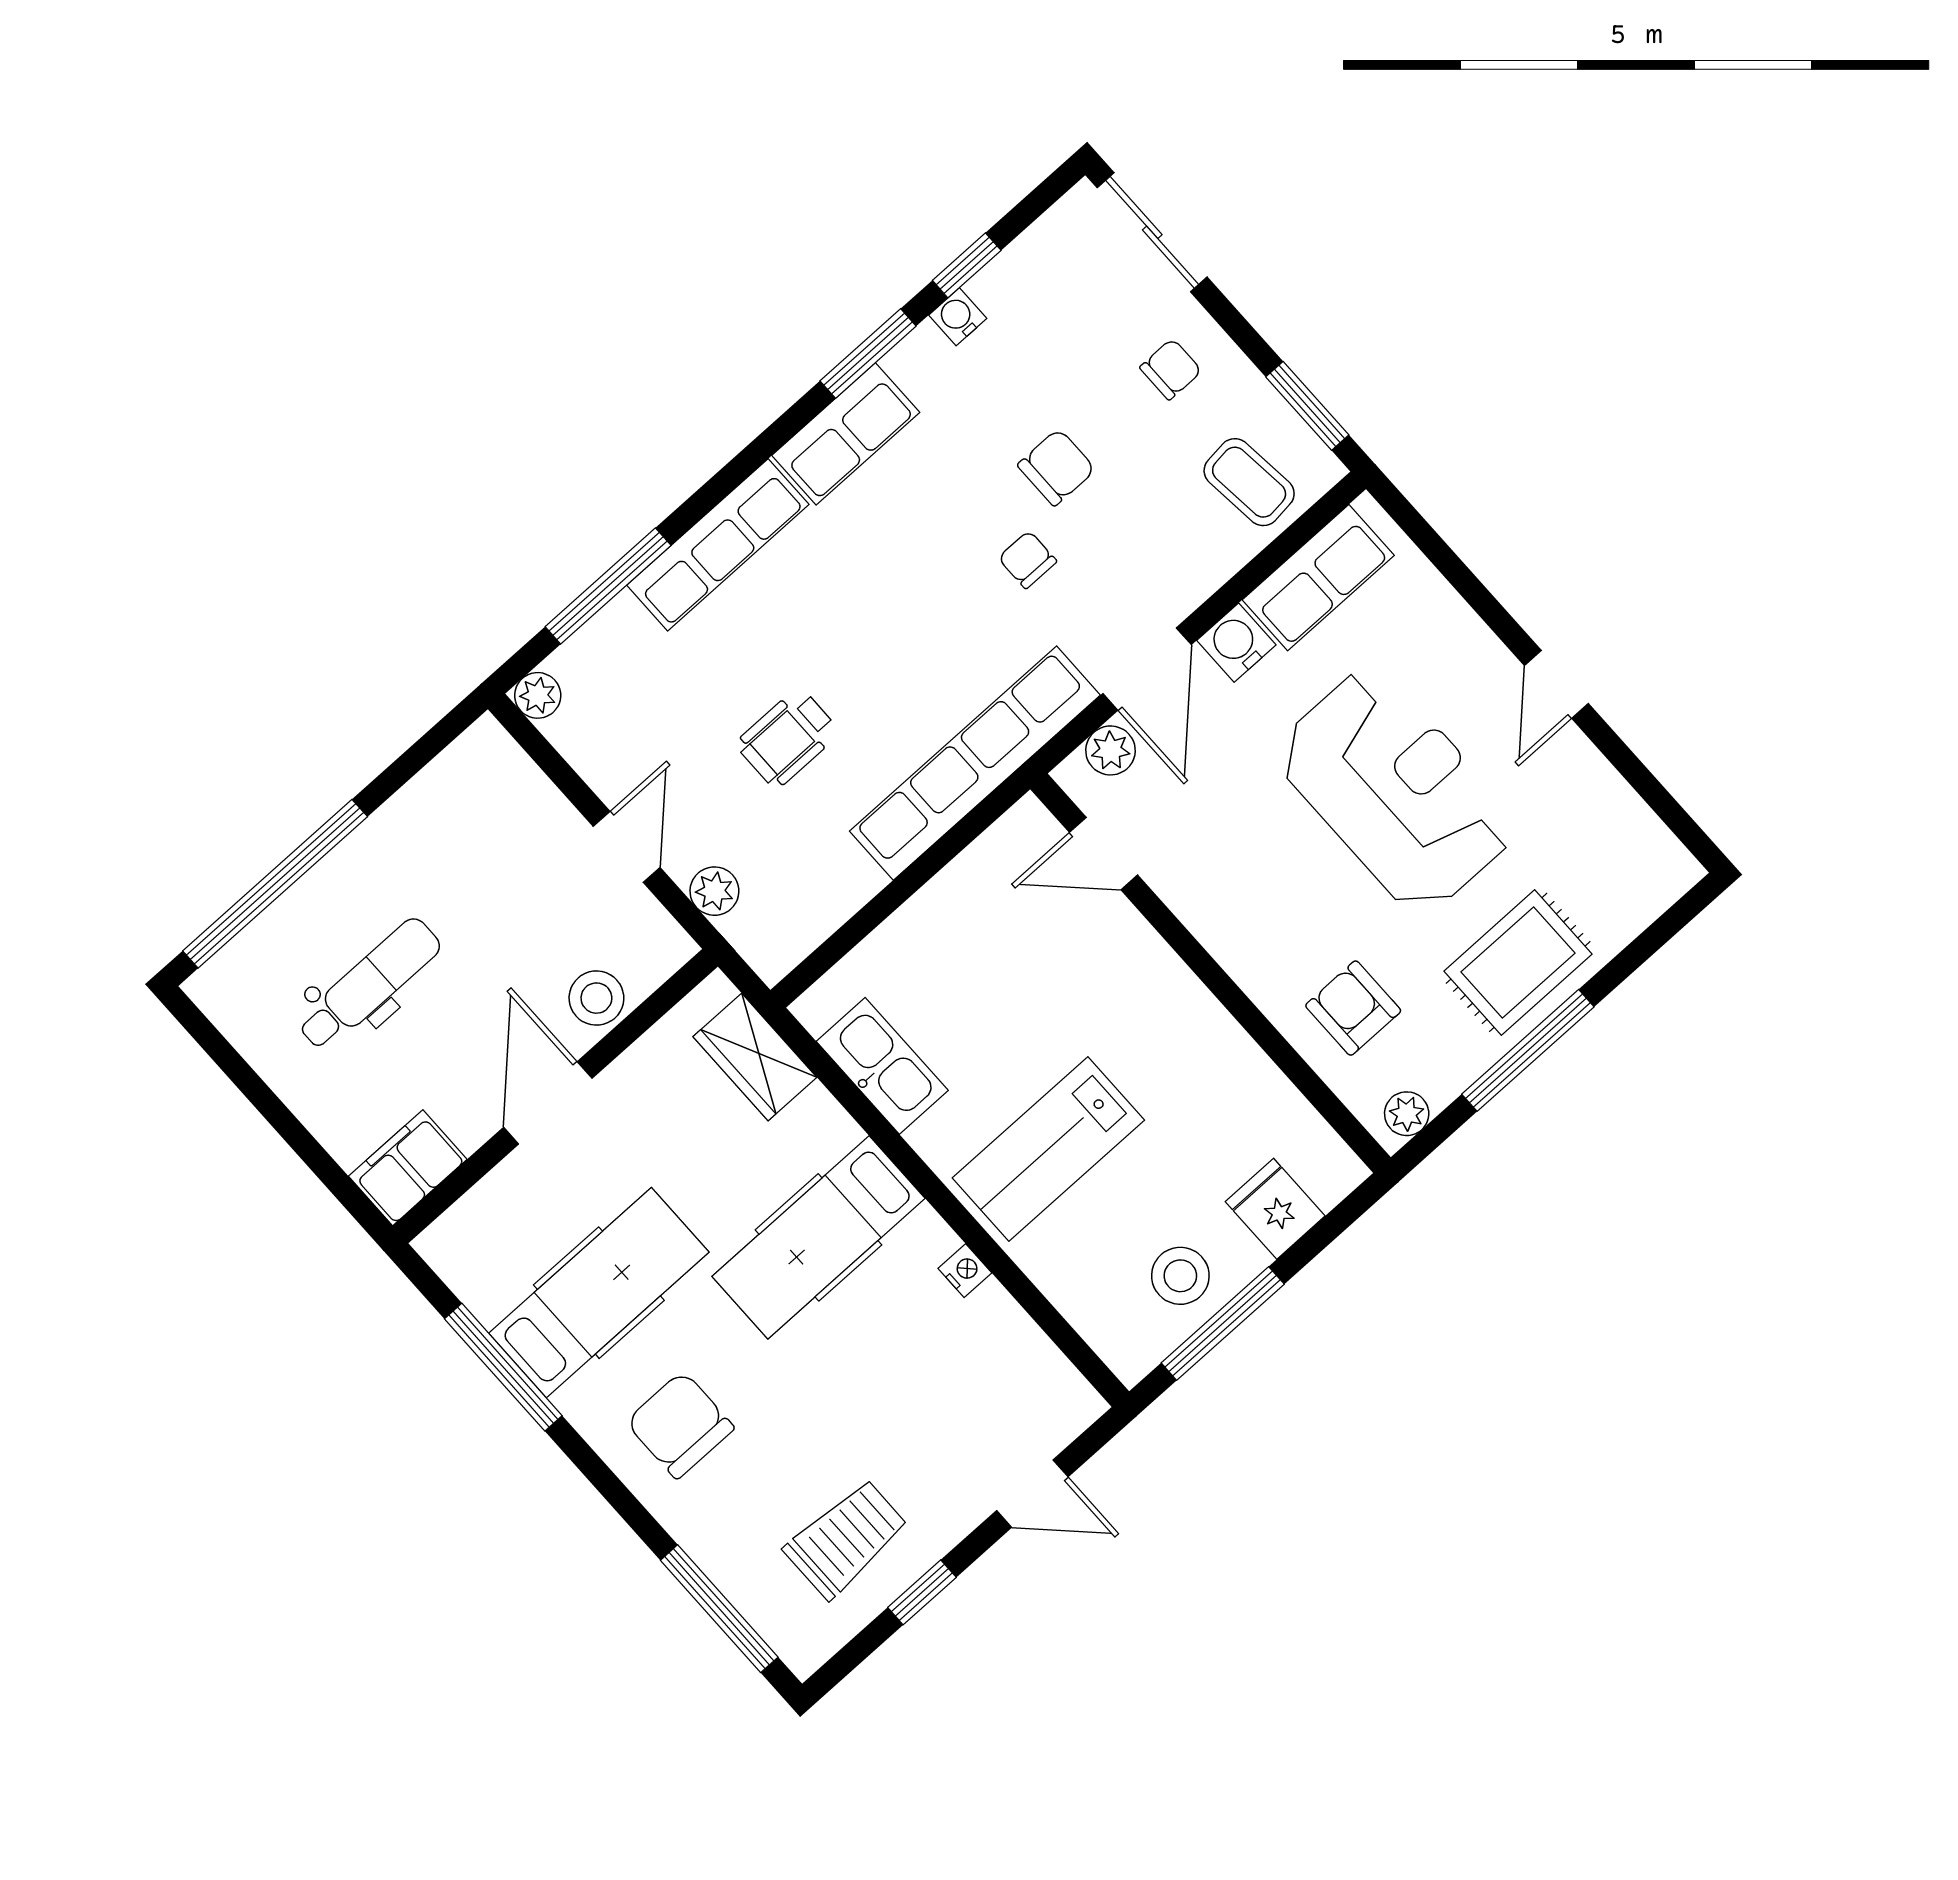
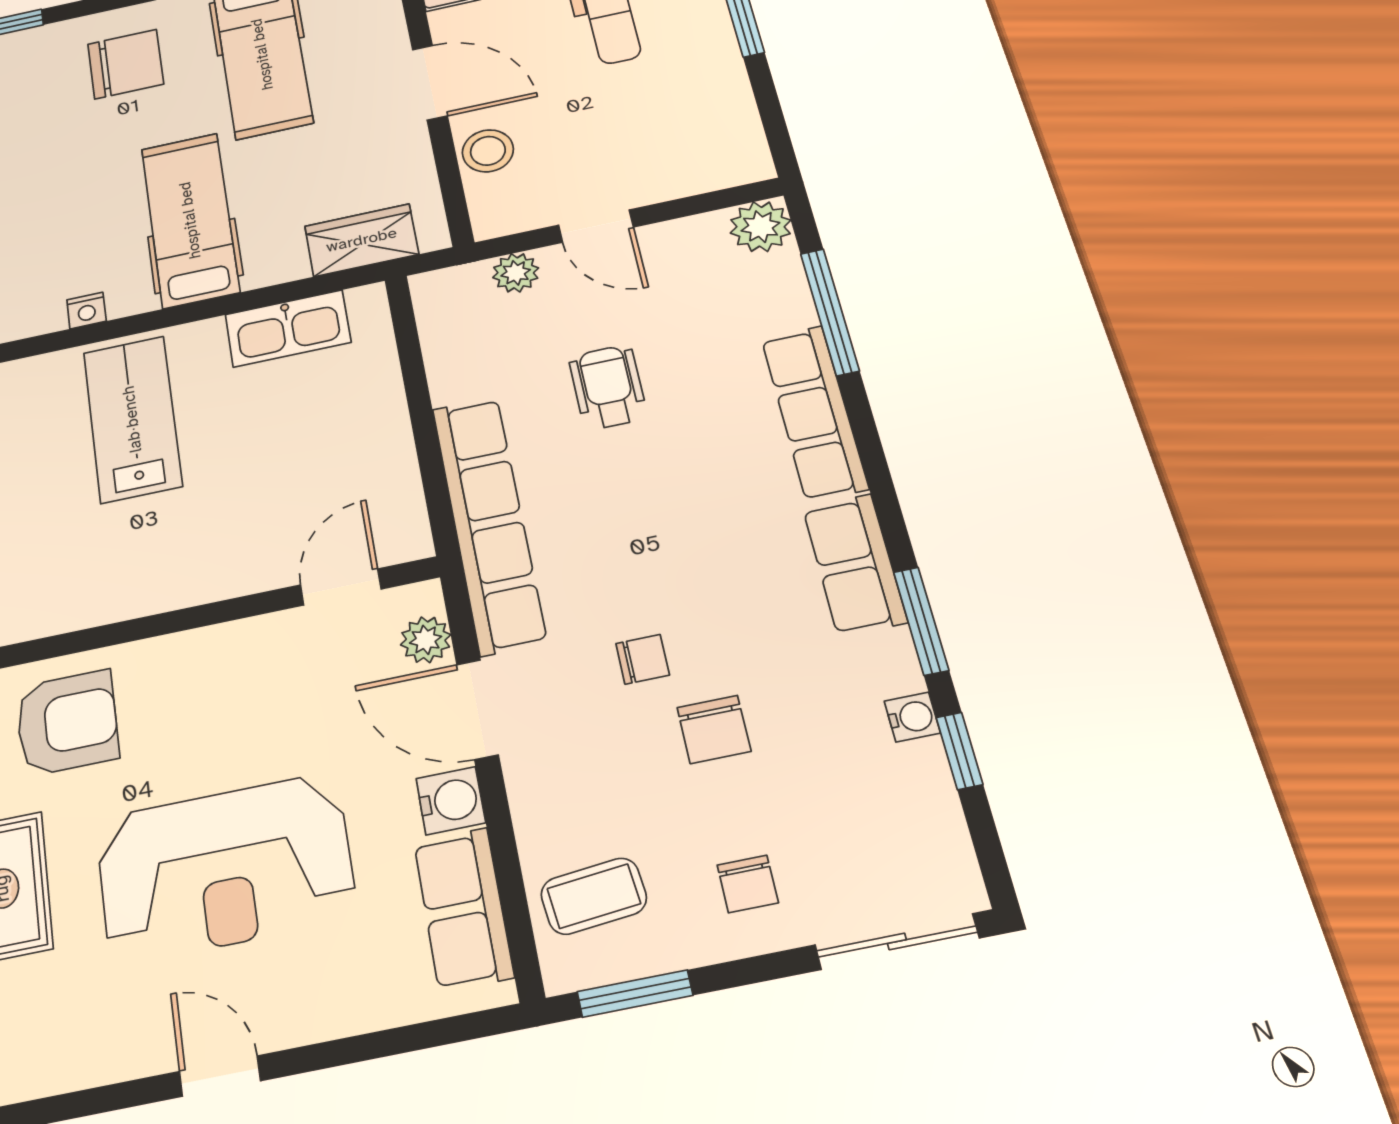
plant: (538, 695) -> (760, 227), width x1.38, depth x1.38
armchair: (1353, 1008) -> (67, 723), width x1.38, depth x1.38

